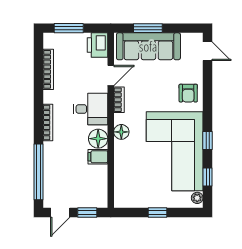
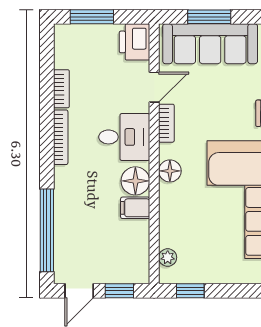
bookcase: (48, 69) -> (61, 89), width x0.64
bookcase: (48, 123) -> (61, 137), moved
plant: (120, 190) -> (168, 257), added
window: (158, 213) -> (190, 291), moved

